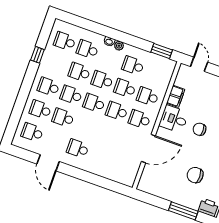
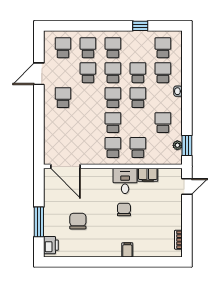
plant: (119, 46) -> (177, 145), moved
school desk: (125, 88) -> (138, 123), removed
door: (148, 149) -> (65, 166), moved

